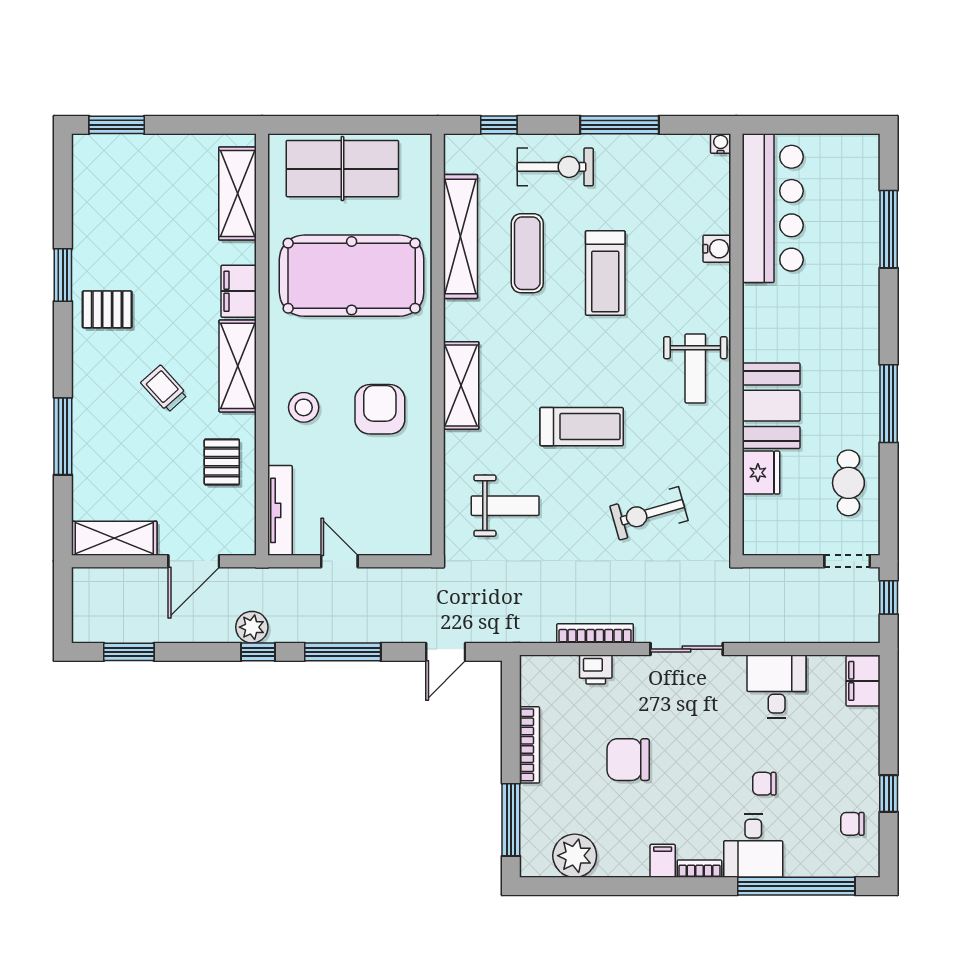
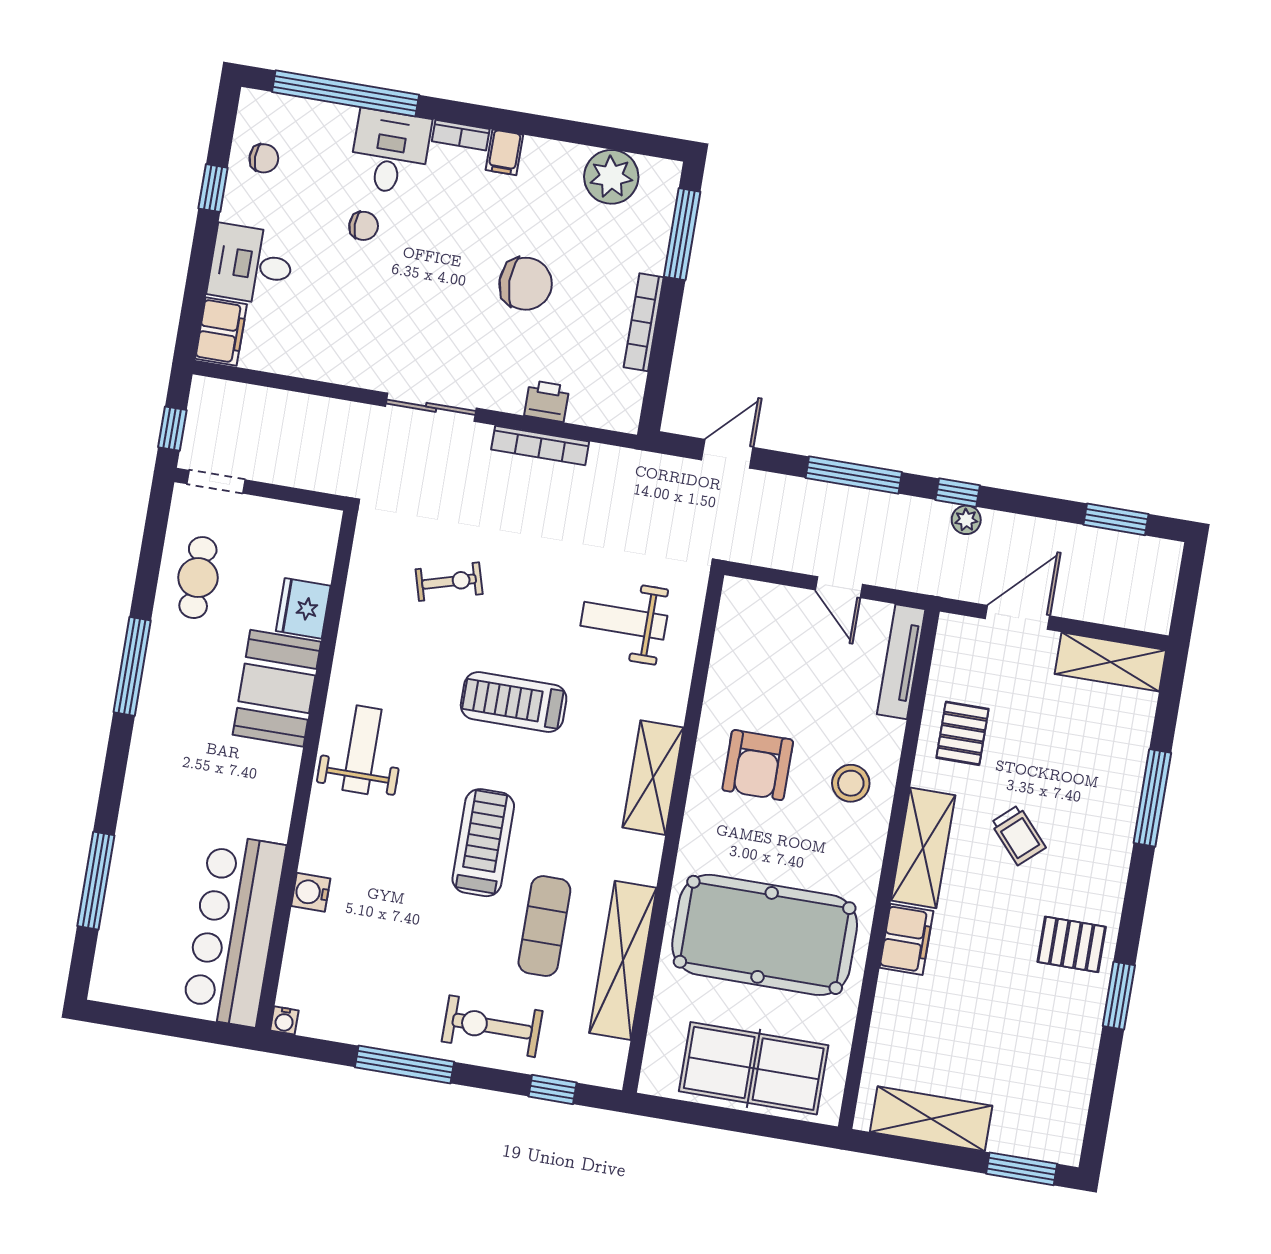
shelving: (237, 193) -> (931, 1119), moved, turned 90
treadmill: (605, 273) -> (483, 843), moved
exercise bike: (649, 513) -> (449, 582), width x0.73, depth x0.72
plant: (252, 627) -> (966, 520), width x0.73, depth x0.73
desk: (777, 687) -> (251, 265), moved, turned 90

